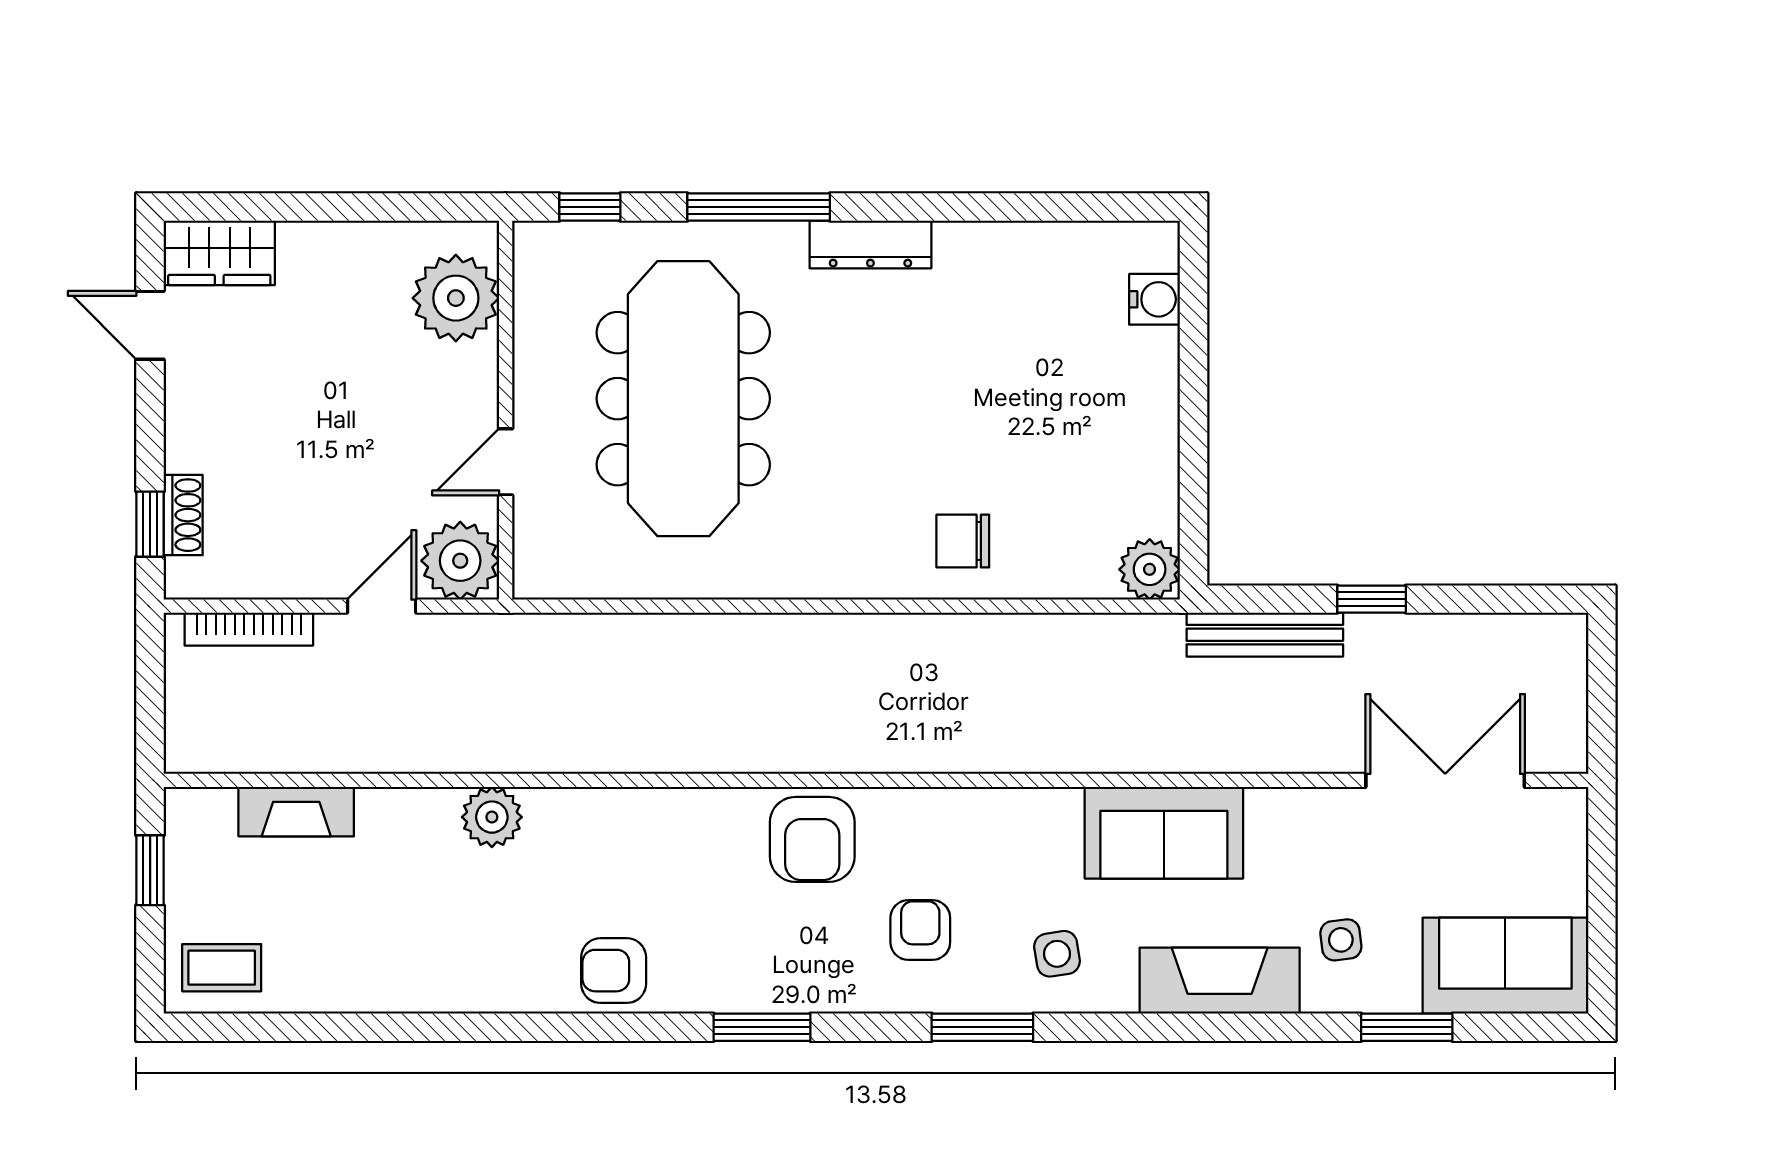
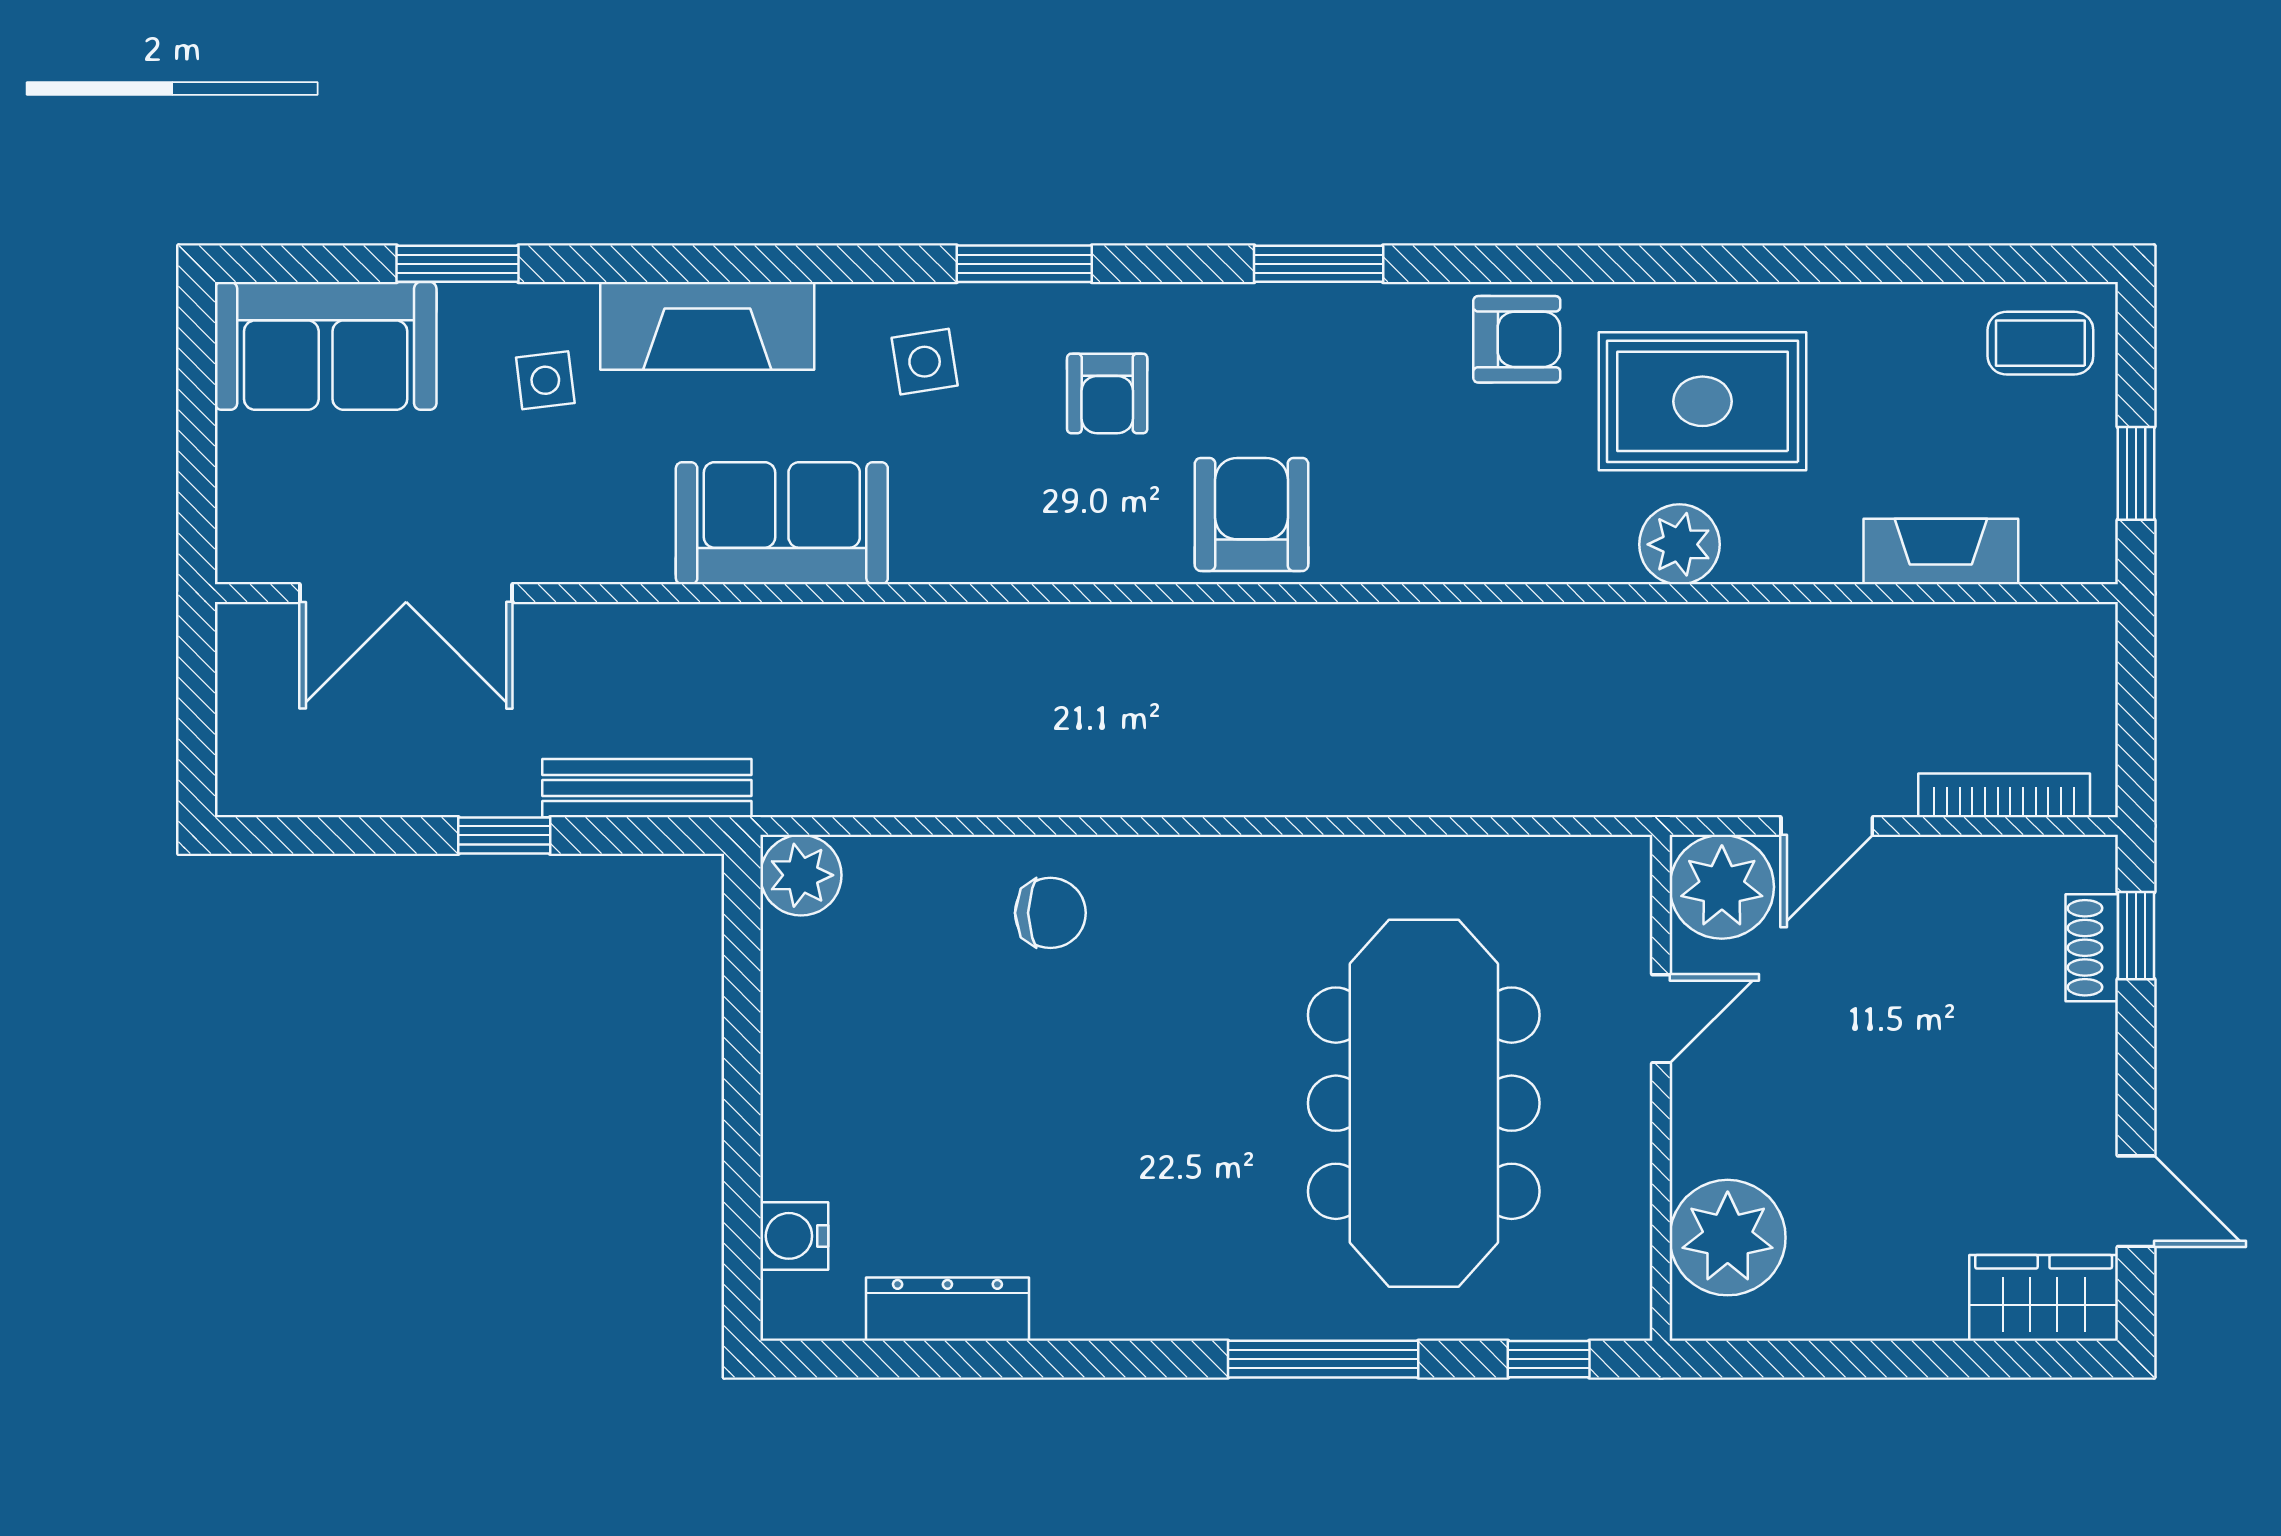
dresser: (870, 244) -> (947, 1309), moved
rug: (475, 924) -> (1702, 401), added

